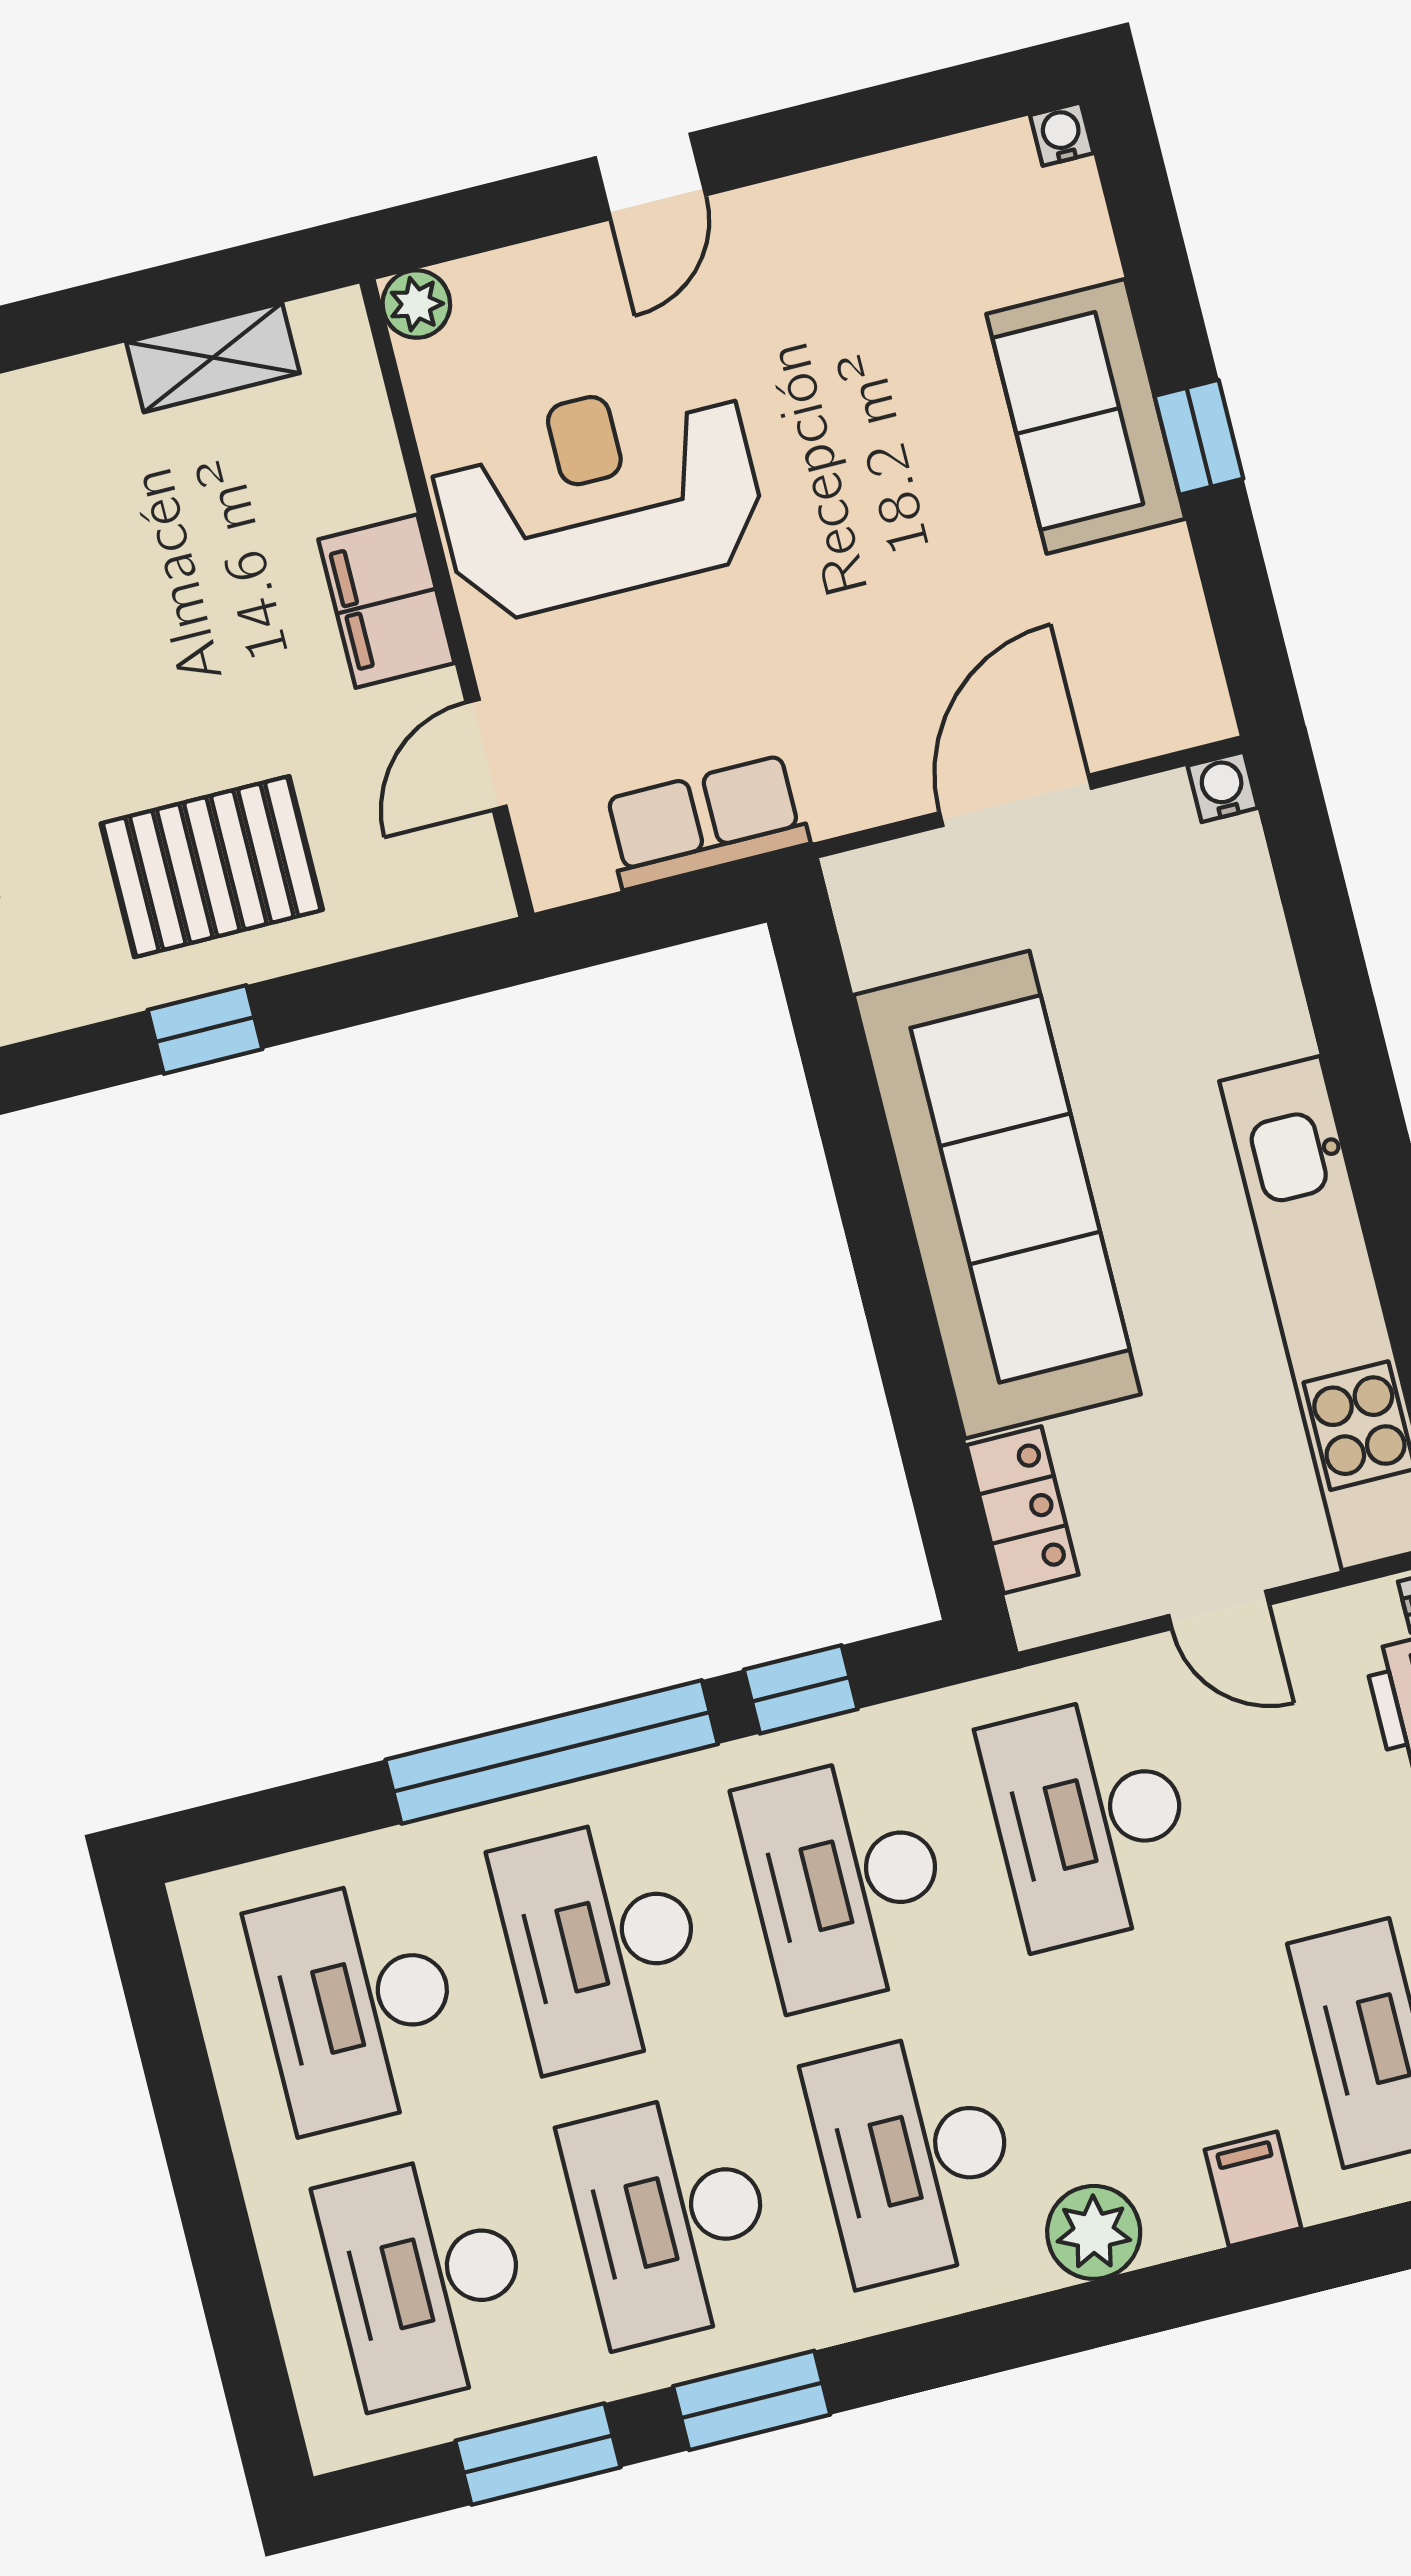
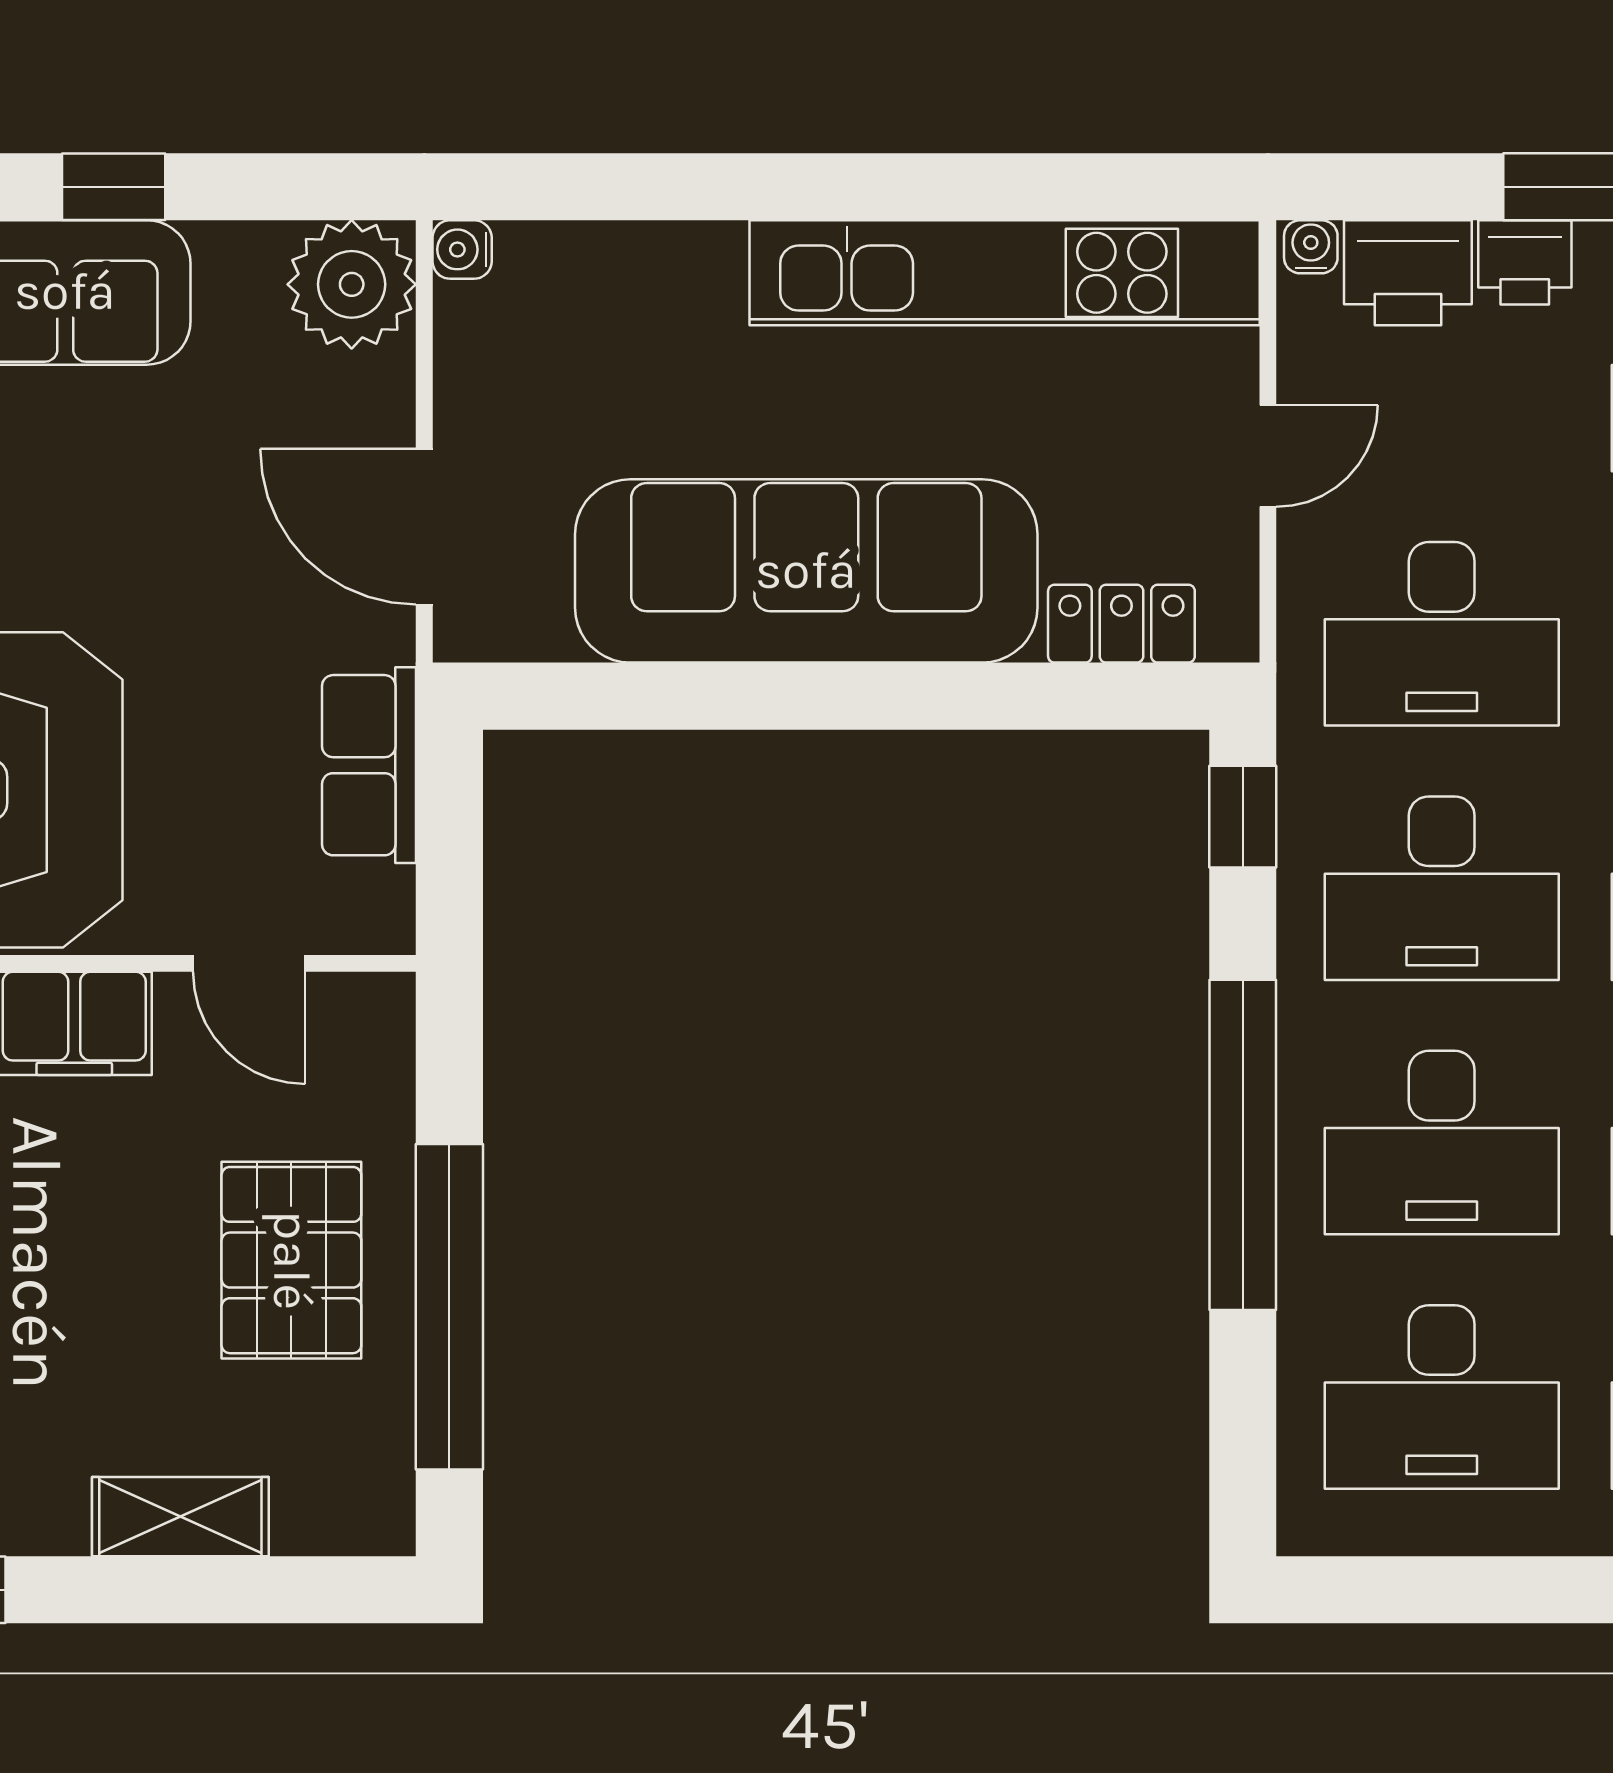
plant: (1163, 689) -> (352, 284), added
door: (1016, 800) -> (424, 527), moved
window: (205, 1030) -> (449, 1307), width x3.17
window: (801, 1689) -> (1243, 817), moved

